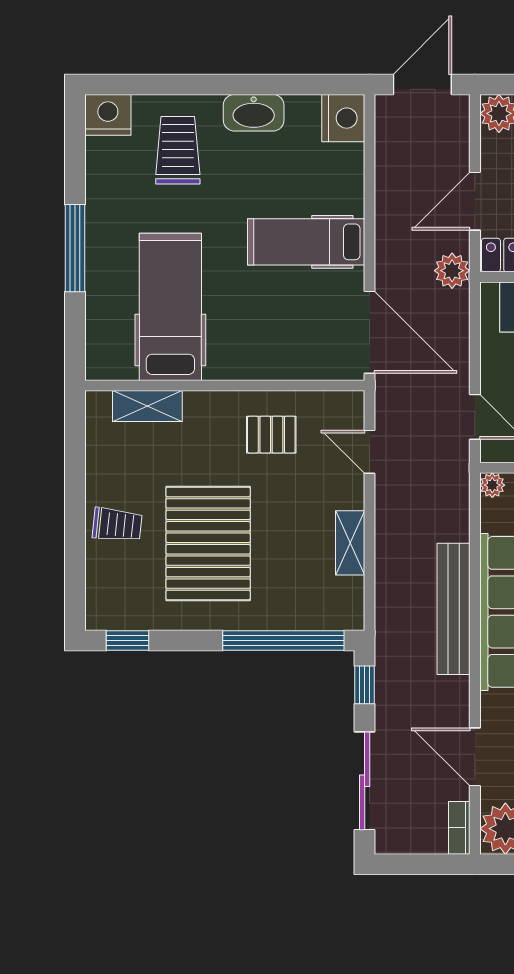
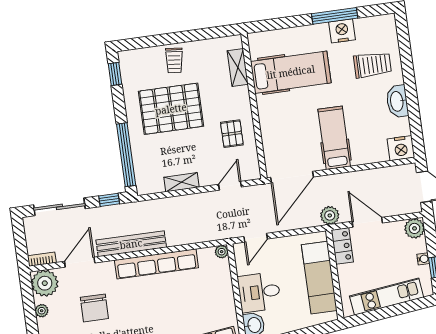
nightstand: (108, 115) -> (342, 31), moved, turned -90
window: (75, 248) -> (335, 16), moved
bench: (454, 609) -> (131, 244), moved

